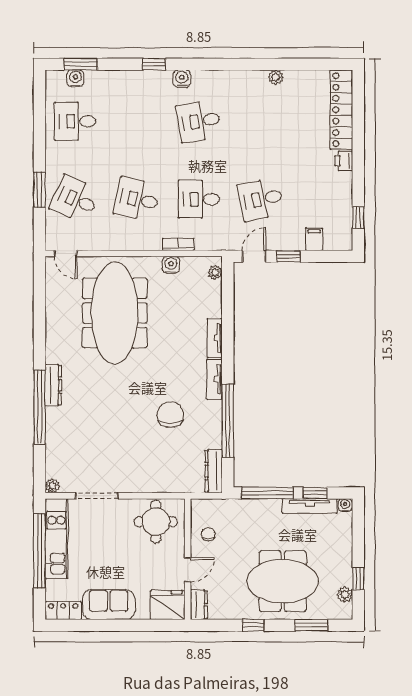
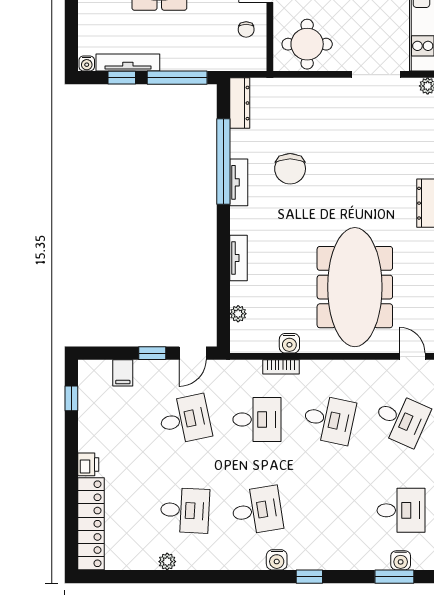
desk: (261, 121) -> (185, 510), added
plant: (215, 273) -> (238, 314), moved
tv unit: (214, 379) -> (239, 182), moved

